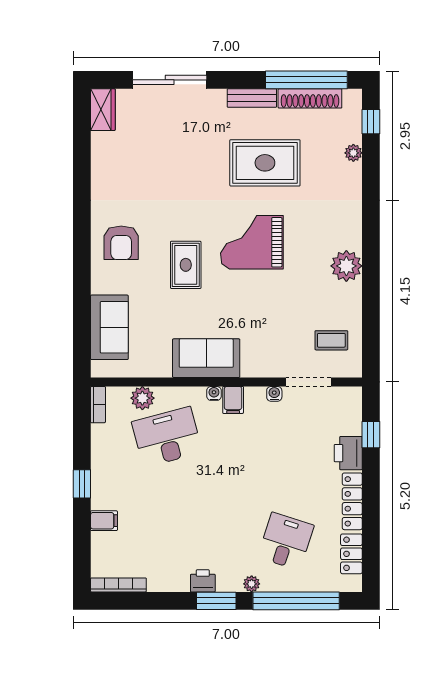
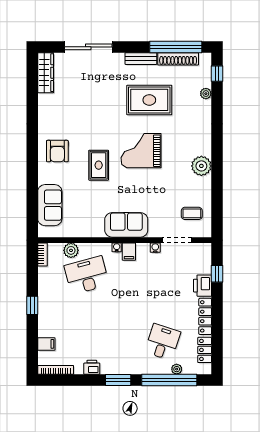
wardrobe: (103, 110) -> (46, 73), width x1.50
sofa: (206, 358) -> (126, 225), moved
filing cabinet: (104, 521) -> (46, 344), moved
printer: (203, 581) -> (92, 367), moved
plant: (252, 584) -> (177, 369), moved

